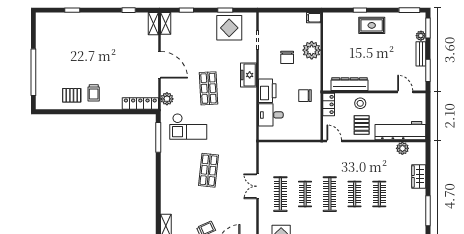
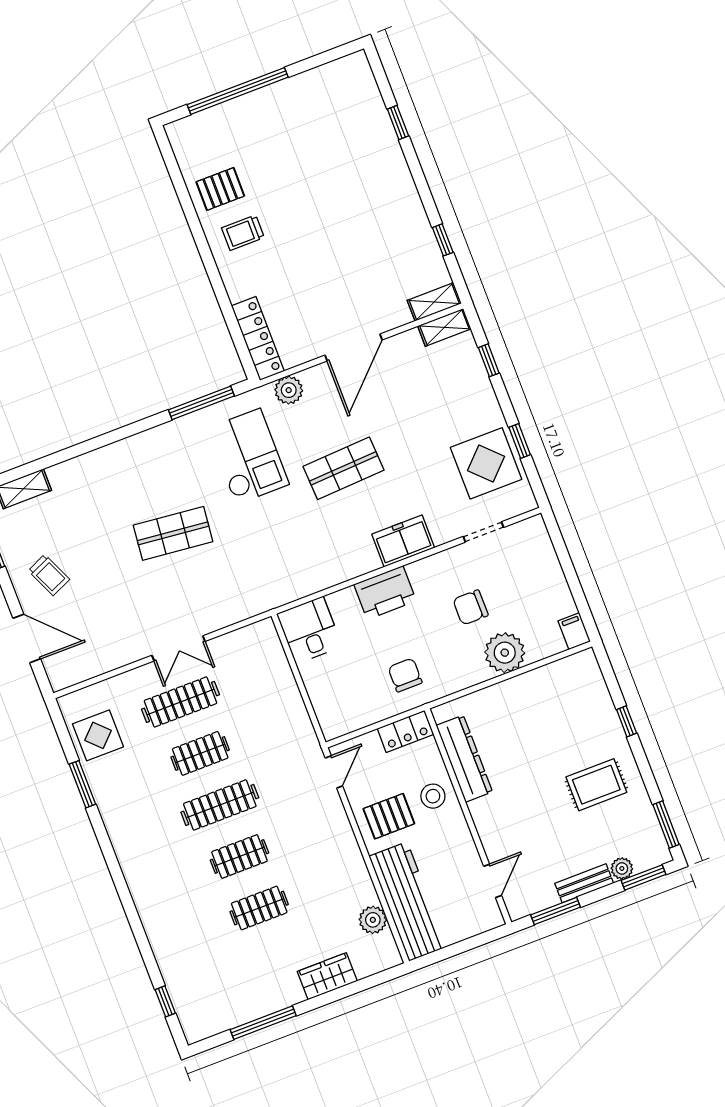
rug: (372, 25) -> (596, 785), moved, turned 90
pallet: (72, 95) -> (220, 189), turned 90
desk: (271, 115) -> (309, 630), moved
checkout: (188, 126) -> (248, 456), turned 180
double door: (258, 186) -> (178, 648), swing flipped

